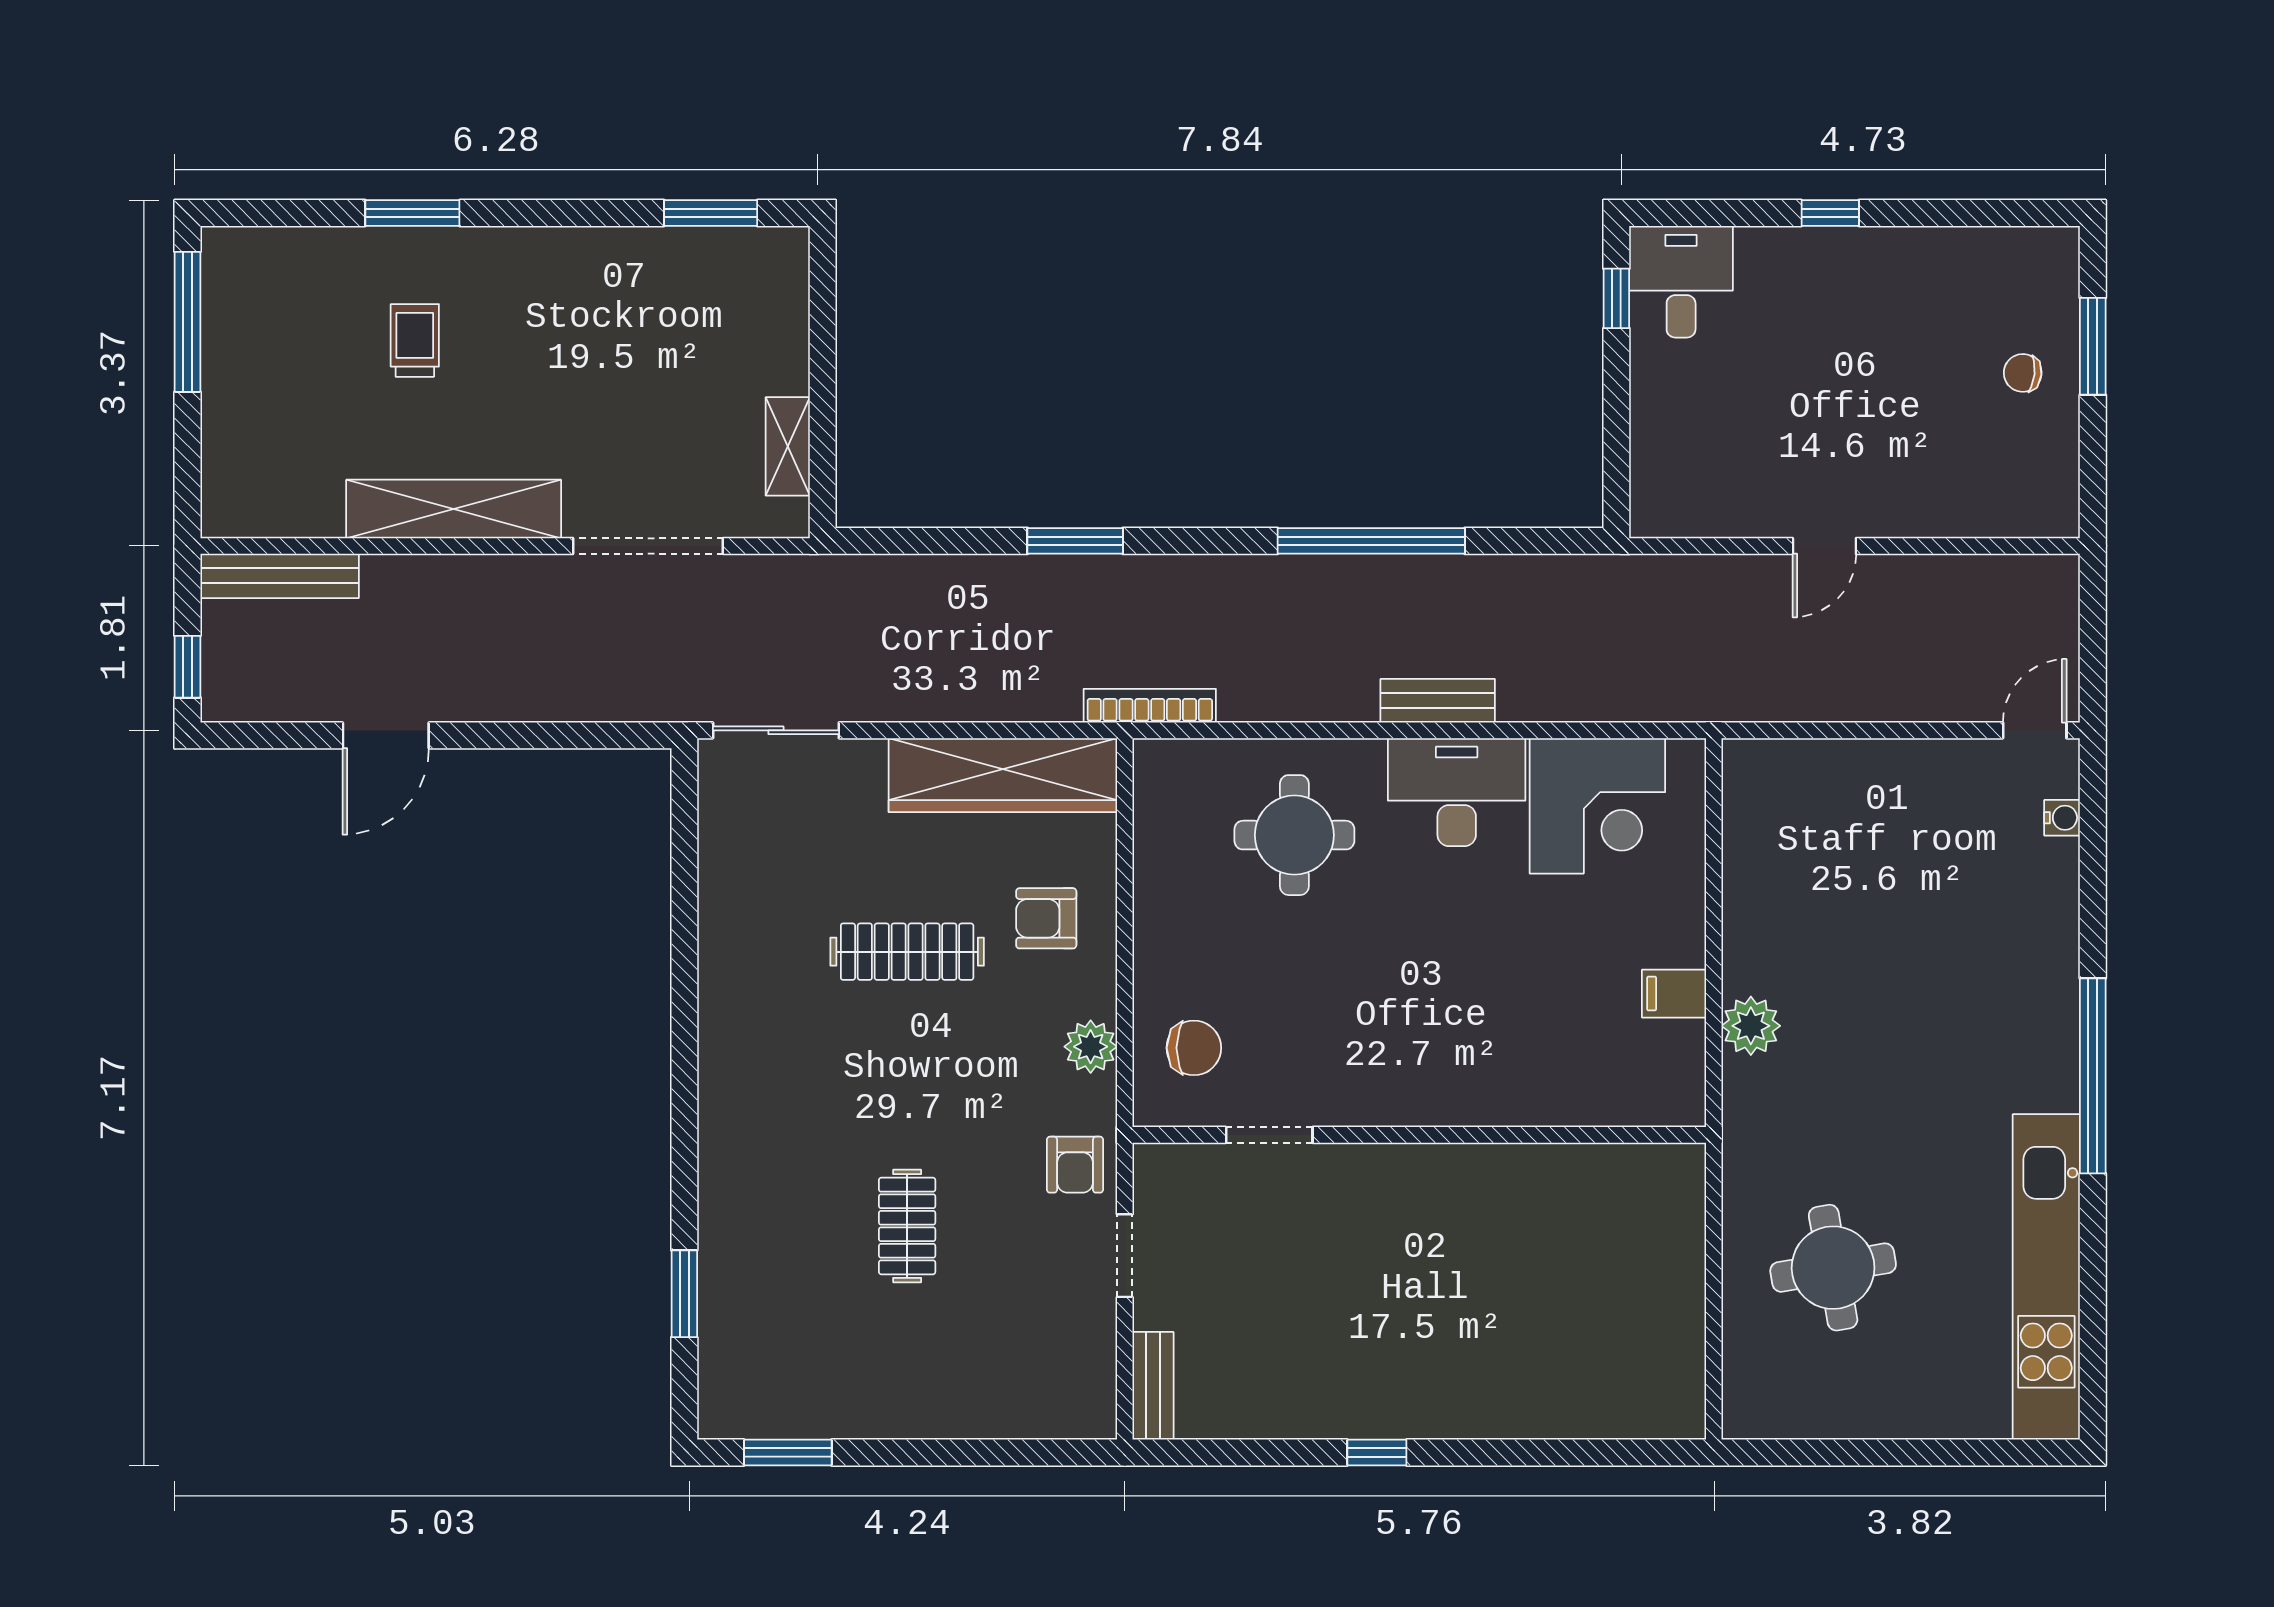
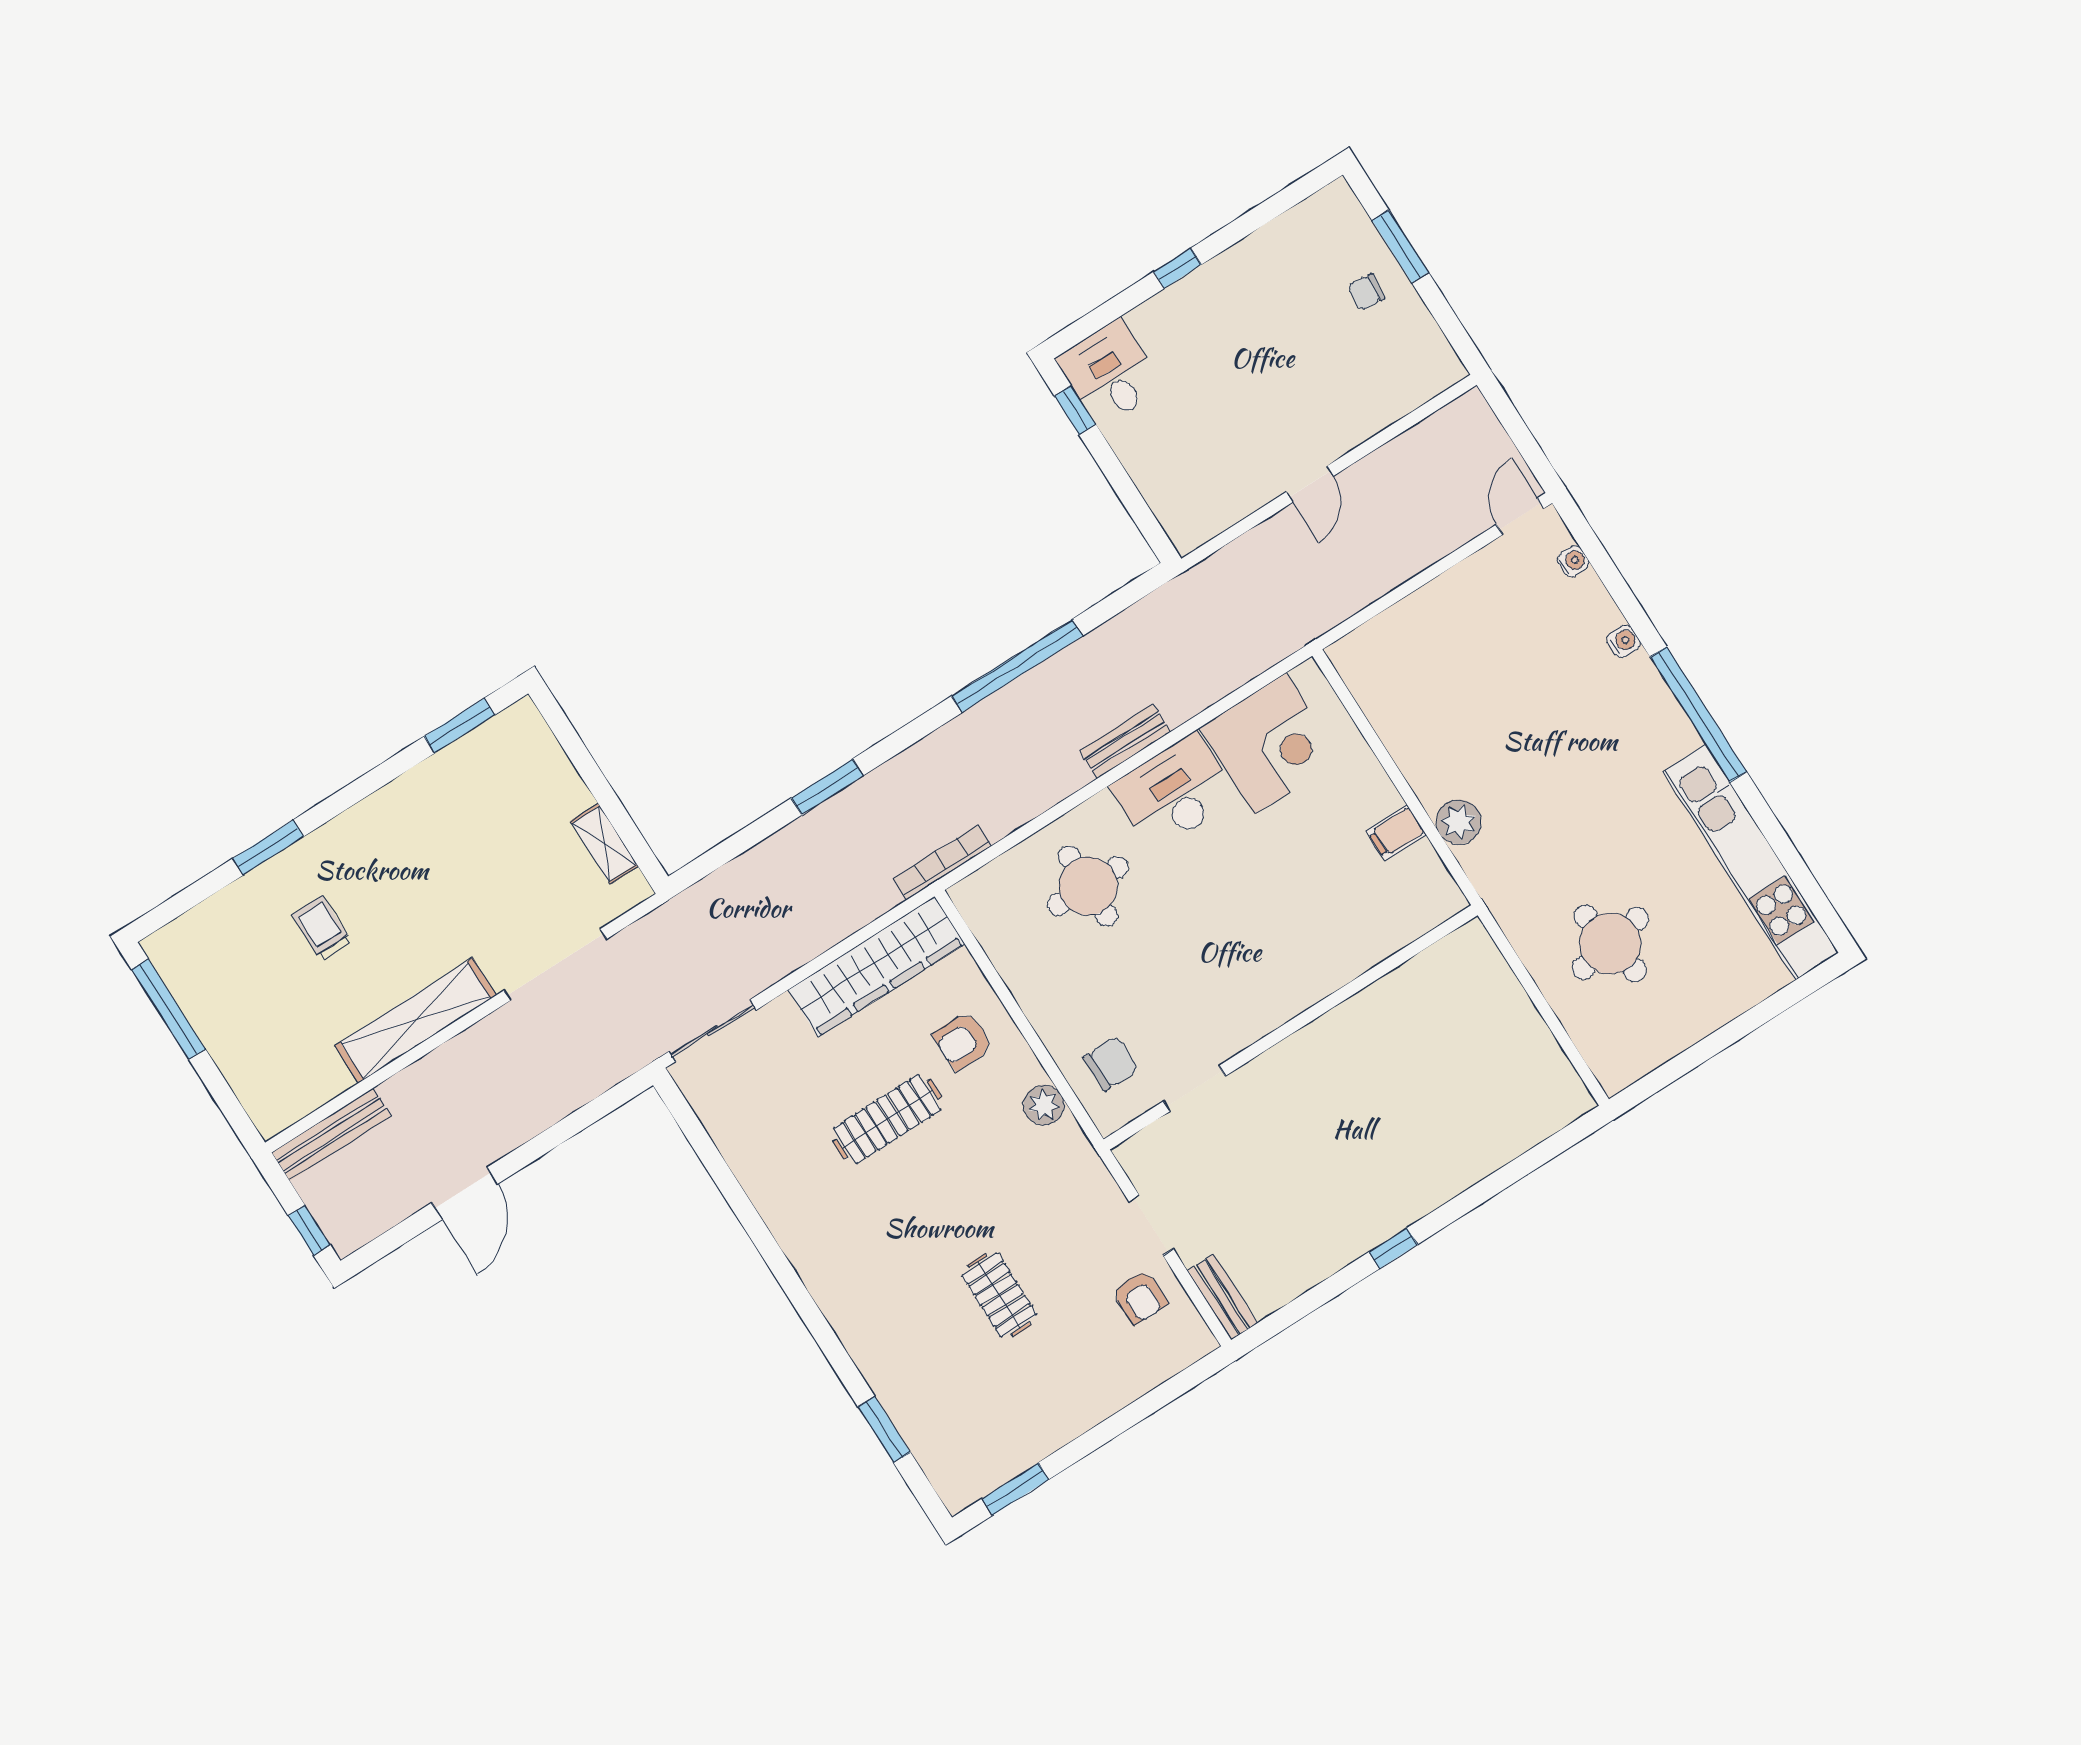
water cooler: (2061, 942) -> (1624, 641), added
armchair: (1075, 1165) -> (1140, 1297), moved

